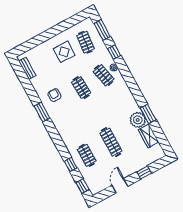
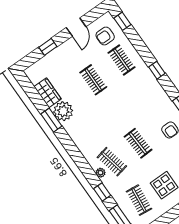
clothes rail: (111, 142) -> (93, 80), width x0.73
window: (71, 165) -> (157, 70), moved
armchair: (98, 176) -> (105, 36), added

